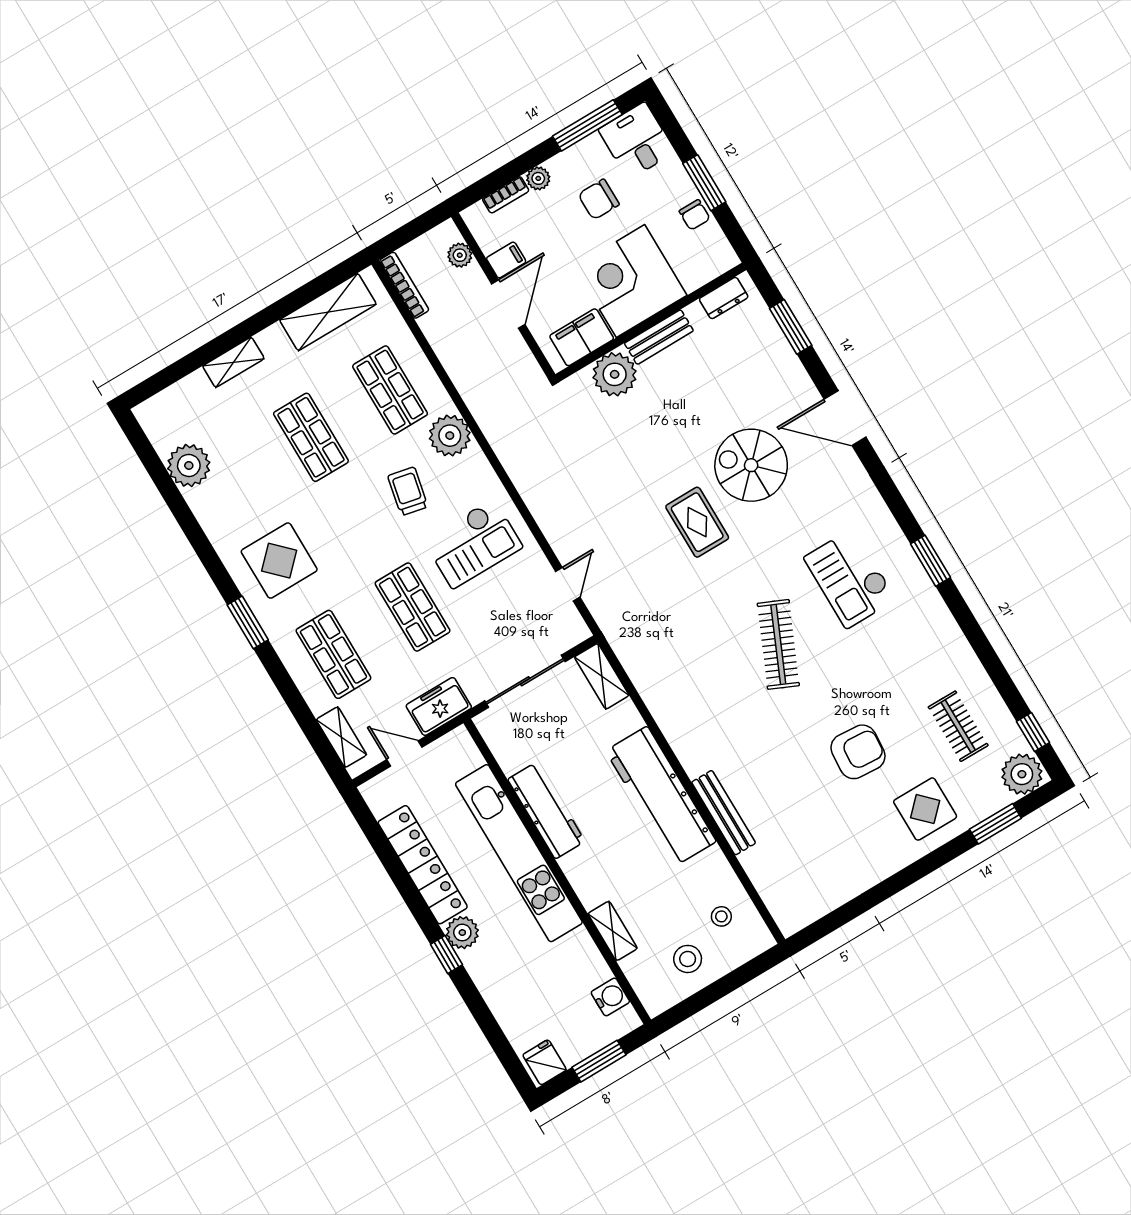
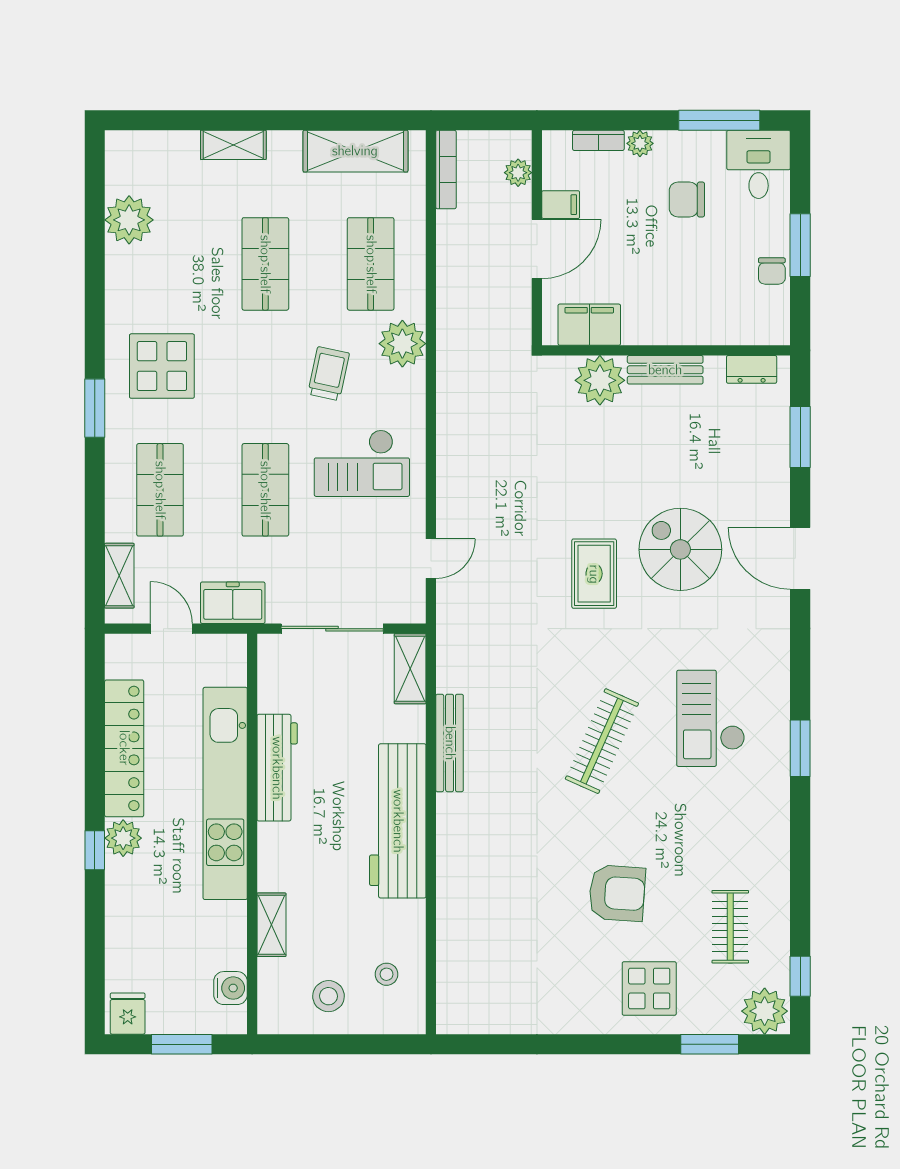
corner desk: (631, 281) -> (670, 298), removed
bench: (724, 813) -> (450, 743), moved

